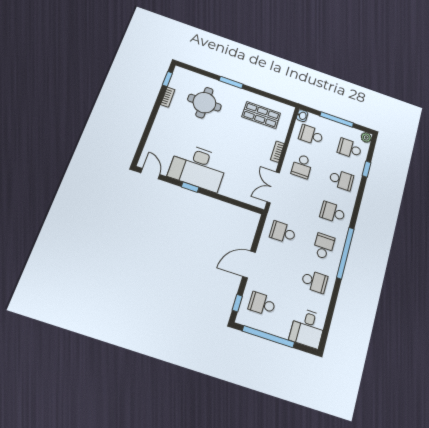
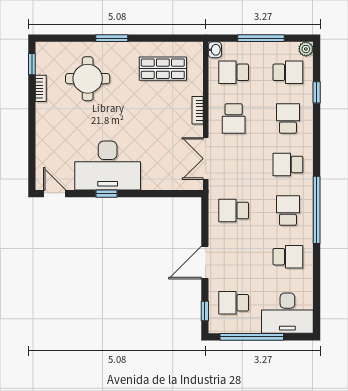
school desk: (350, 149) -> (288, 72), turned 180
school desk: (341, 180) -> (288, 118), turned -90
desk: (308, 328) -> (287, 313), width x1.37

